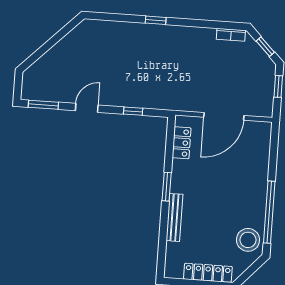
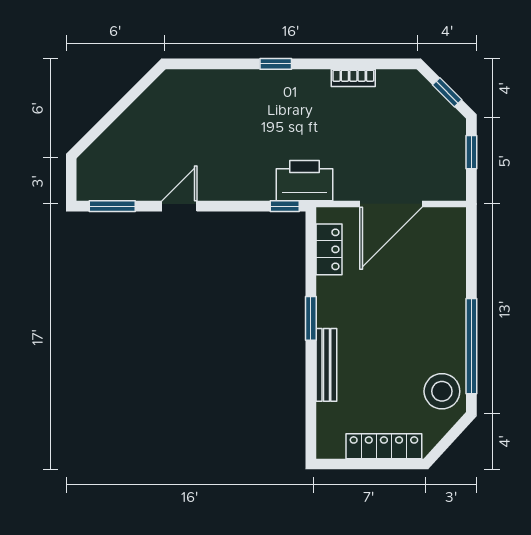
bookcase: (231, 35) -> (353, 78), moved
printer: (169, 97) -> (305, 181), added
window: (133, 111) -> (285, 206), moved

